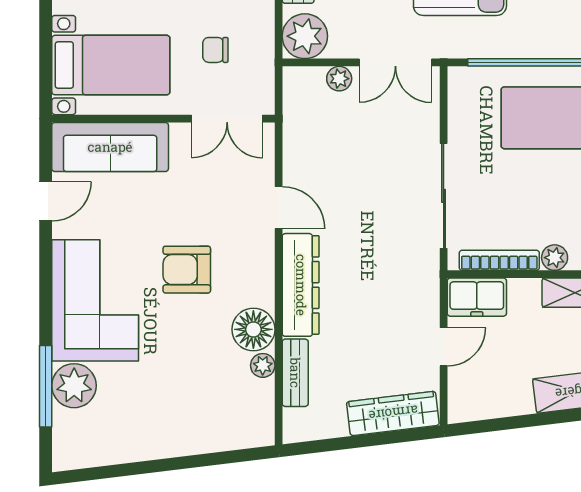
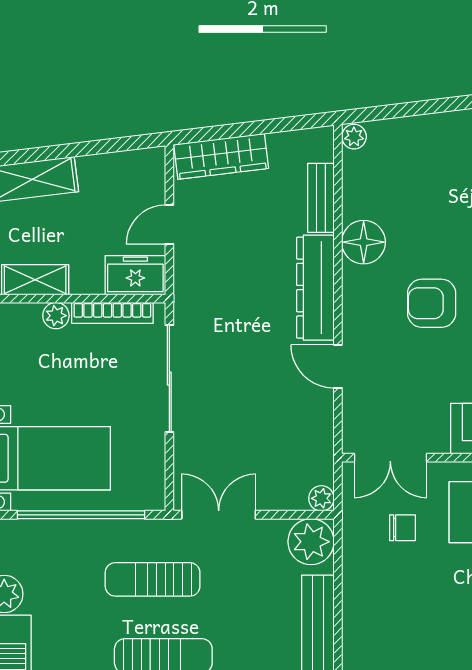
plant: (339, 79) -> (321, 498), moved
double door: (227, 119) -> (390, 458), swing flipped
armchair: (187, 270) -> (432, 303), turned 180
plant: (263, 365) -> (354, 137), moved

